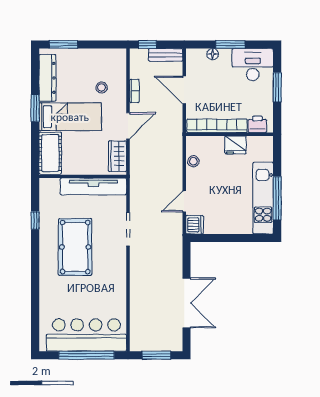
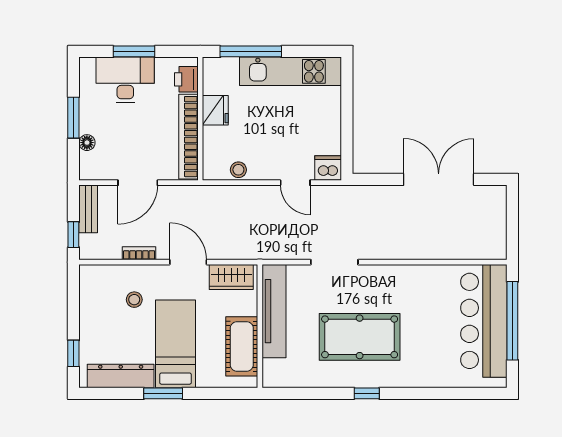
window: (63, 44) -> (73, 353), width x0.67
desk: (253, 64) -> (125, 80), moved, turned 90
cot: (50, 153) -> (242, 346), moved, turned 90
window: (277, 198) -> (251, 51), moved
window: (35, 220) -> (367, 393), moved
window: (156, 355) -> (512, 222), removed

